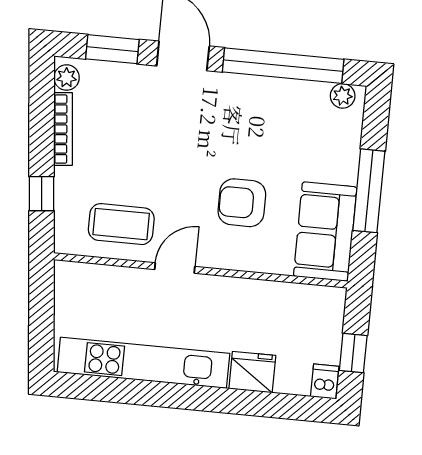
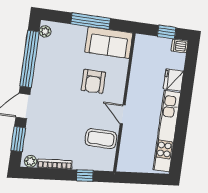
coffee table: (121, 224) -> (101, 139), turned 90

